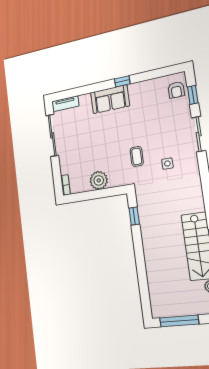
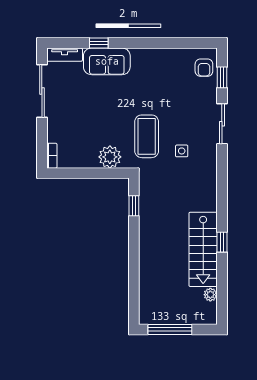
window: (122, 81) -> (99, 43), moved
sofa: (110, 99) -> (107, 61), moved
coffee table: (137, 156) -> (147, 136), width x1.86, depth x1.72
plant: (99, 180) -> (110, 157), moved

